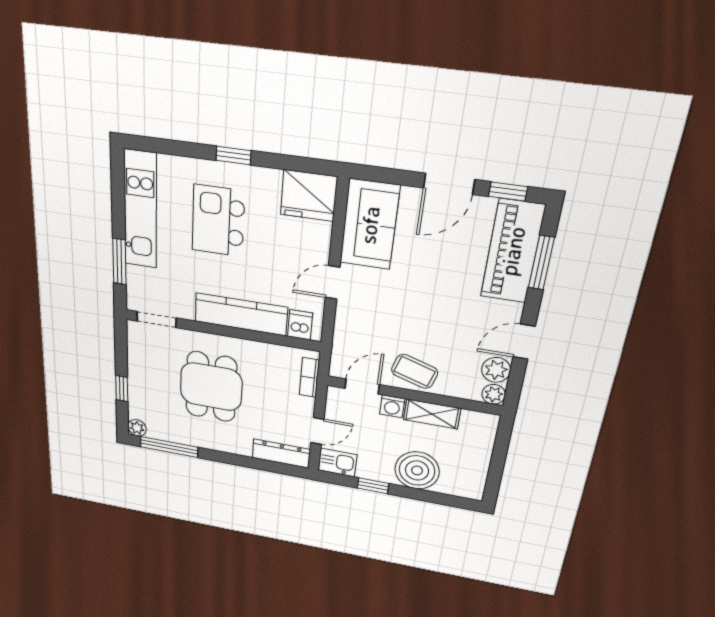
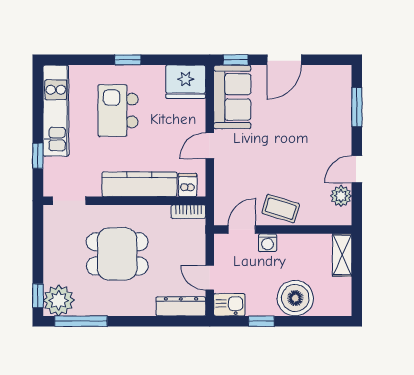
window: (508, 191) -> (236, 60), moved
piano: (513, 251) -> (336, 102), removed
window: (119, 262) -> (38, 156), width x0.67
bookcase: (309, 377) -> (188, 212), moved, turned -90
dining table: (211, 387) -> (117, 254), turned 90
window: (122, 389) -> (38, 296), moved
plant: (494, 394) -> (343, 217), removed
shelving: (432, 414) -> (342, 255), moved, turned 90
plant: (137, 428) -> (59, 300), width x1.87, depth x1.87
door: (317, 431) -> (210, 278), swing flipped

